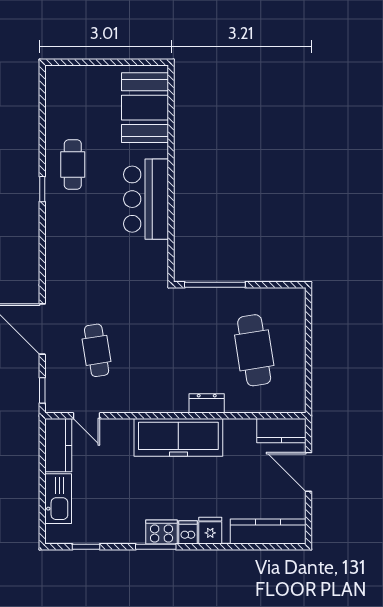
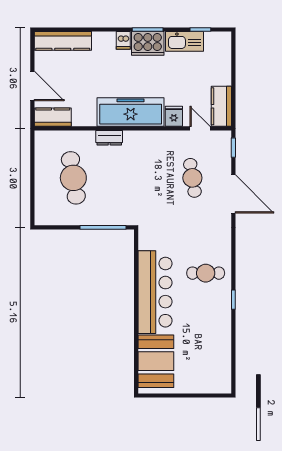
cafe table: (73, 165) -> (206, 273), moved, turned 90
bar counter: (146, 199) -> (155, 292), width x1.36
kitchen sink: (58, 499) -> (184, 41), moved, turned -90
fridge: (210, 531) -> (174, 116), moved, turned 180
cooker: (162, 532) -> (148, 43), width x1.37, depth x1.31

